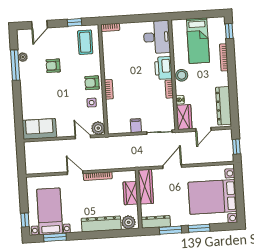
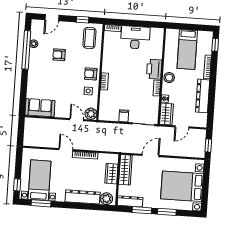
desk: (157, 37) -> (135, 37), moved, turned -90
window: (15, 65) -> (26, 50), width x1.46
dresser: (223, 106) -> (203, 96), moved

